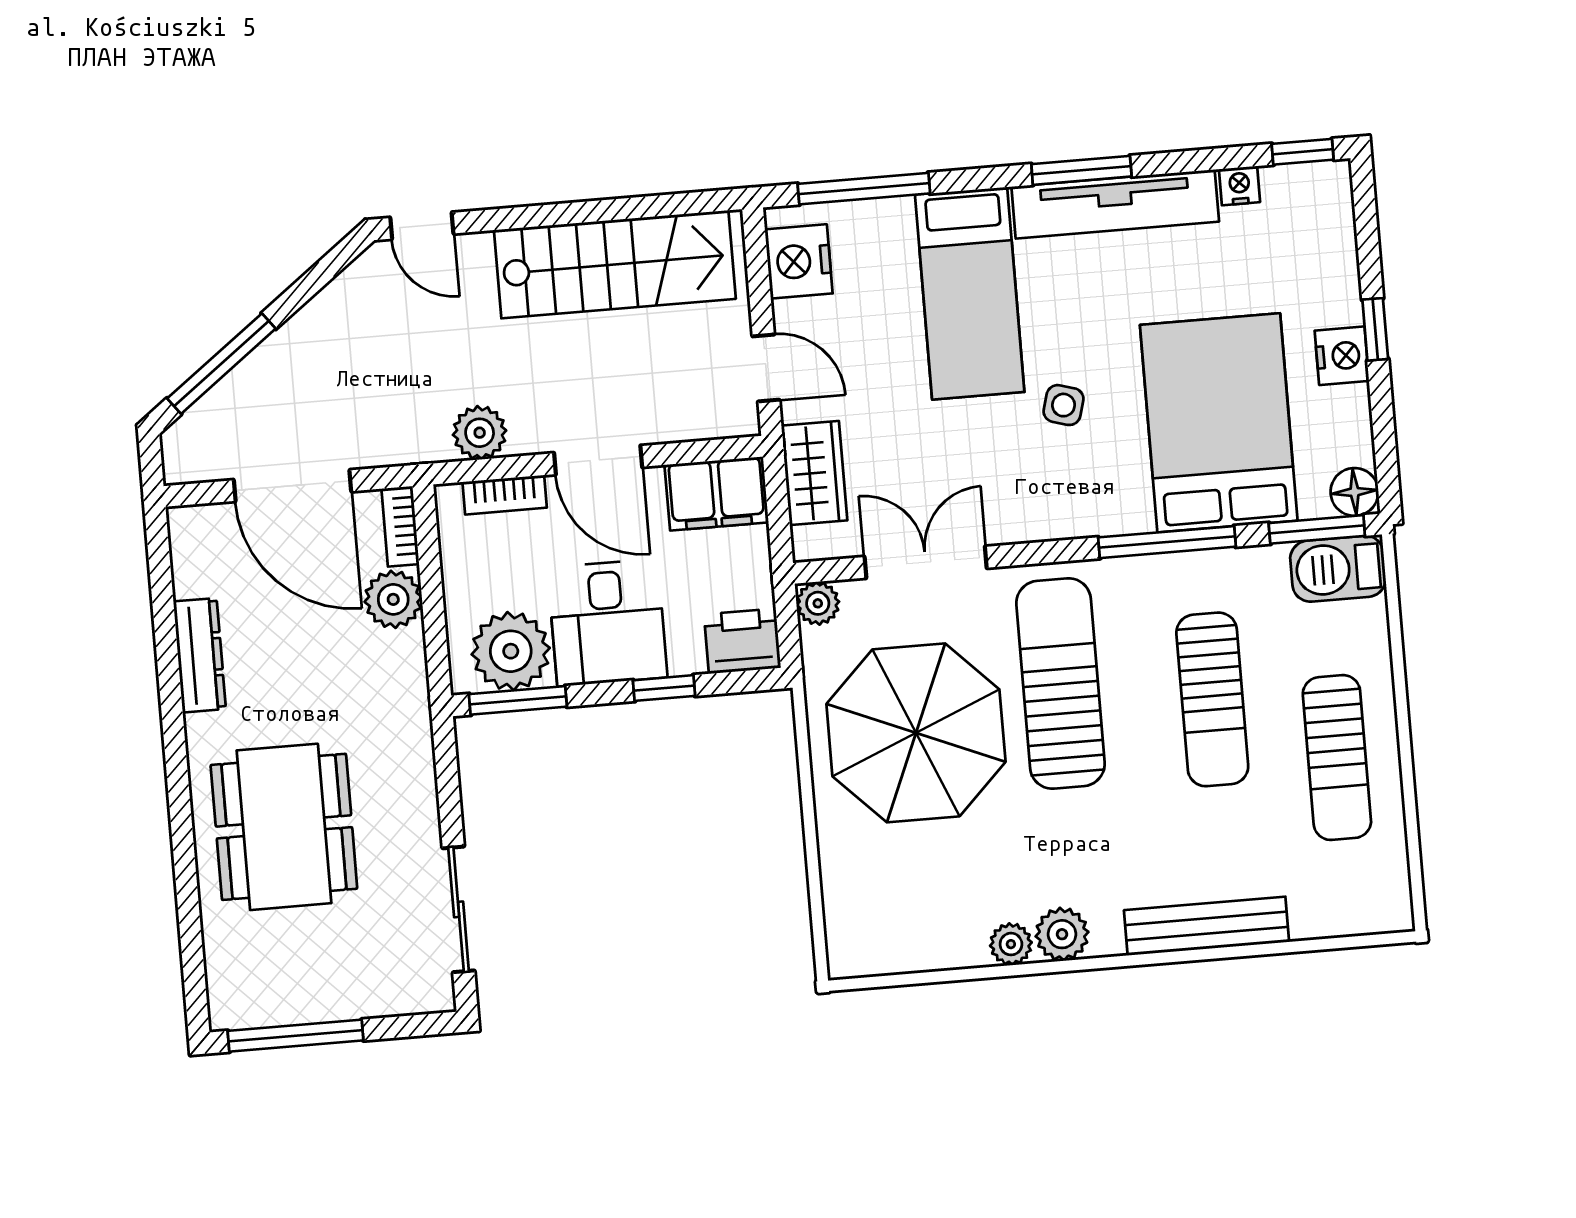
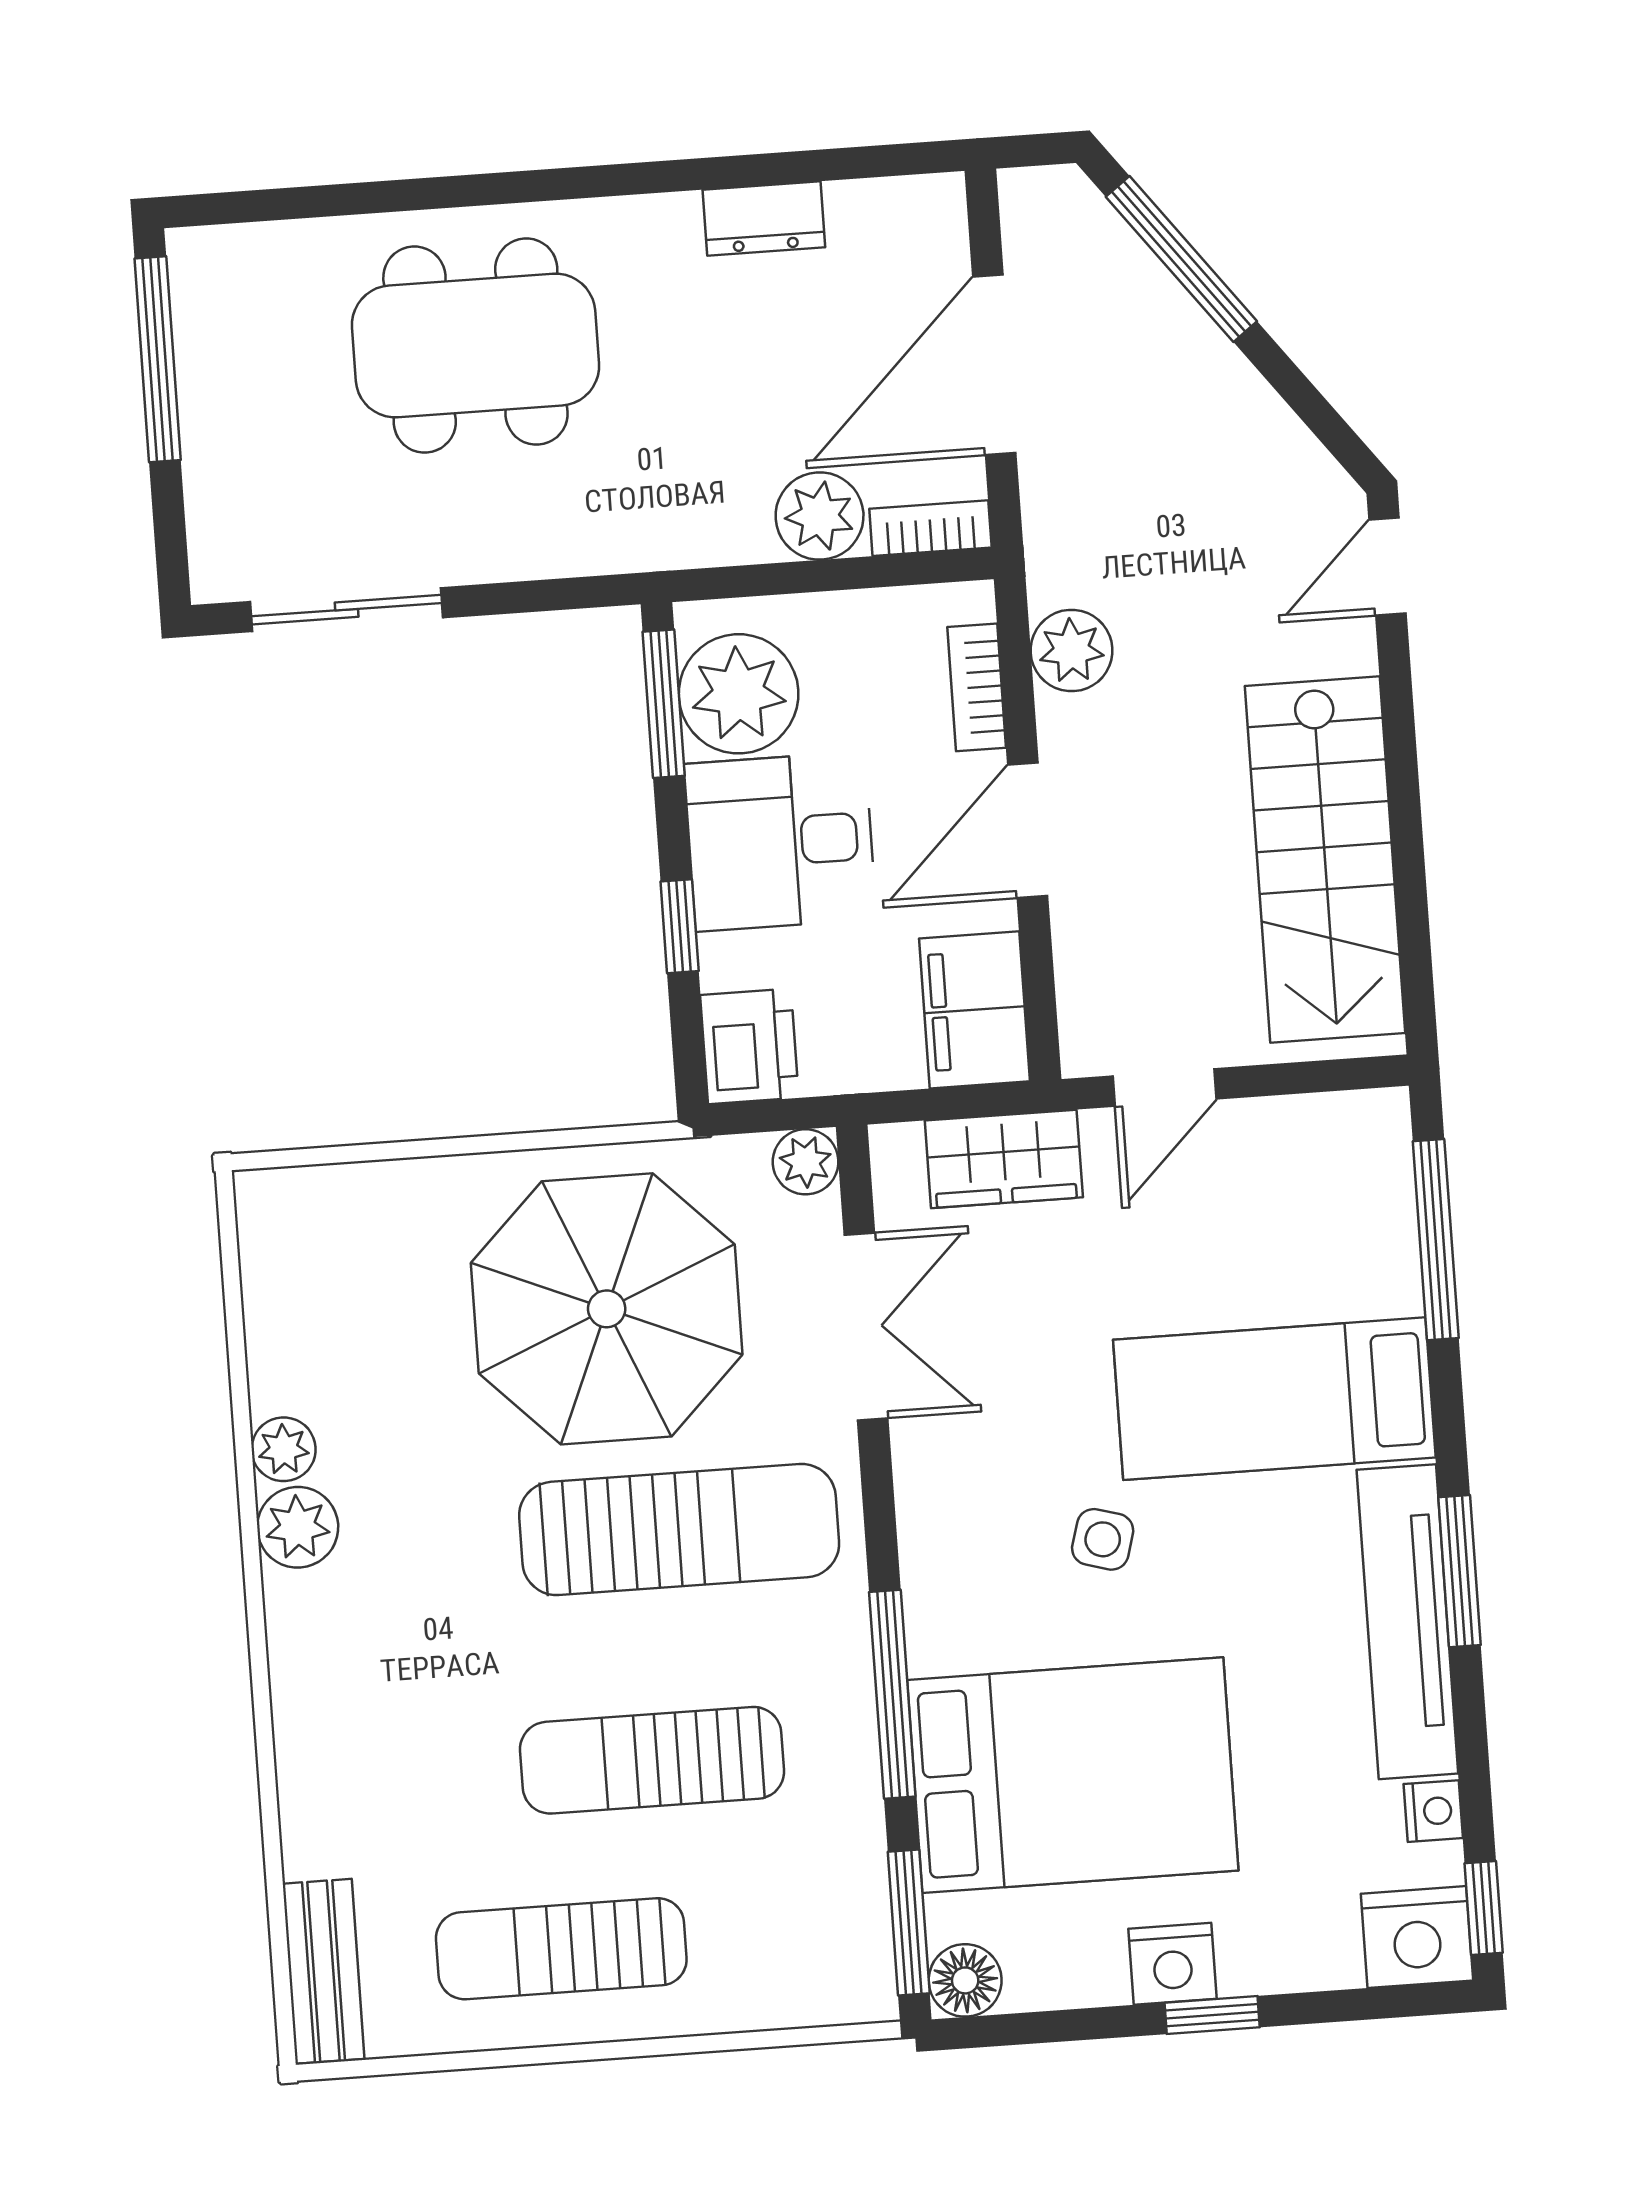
nightstand: (799, 261) -> (1417, 1937), moved, turned 180
barbecue: (1338, 569) -> (849, 1954), removed
dresser: (200, 655) -> (764, 219), width x0.70
bench: (1207, 926) -> (324, 1971), moved, width x0.73

